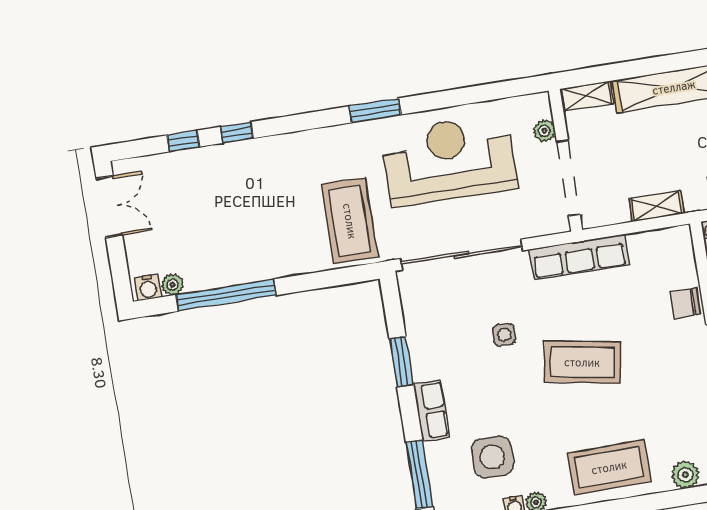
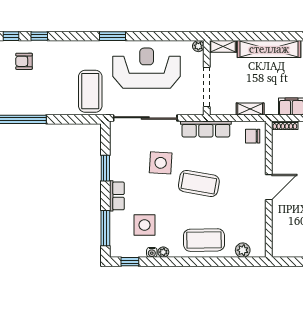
plant: (544, 131) -> (198, 46), moved
armchair: (216, 184) -> (24, 61), added
chair: (685, 303) -> (253, 136), moved
side table: (504, 335) -> (161, 163), width x1.87, depth x1.87

